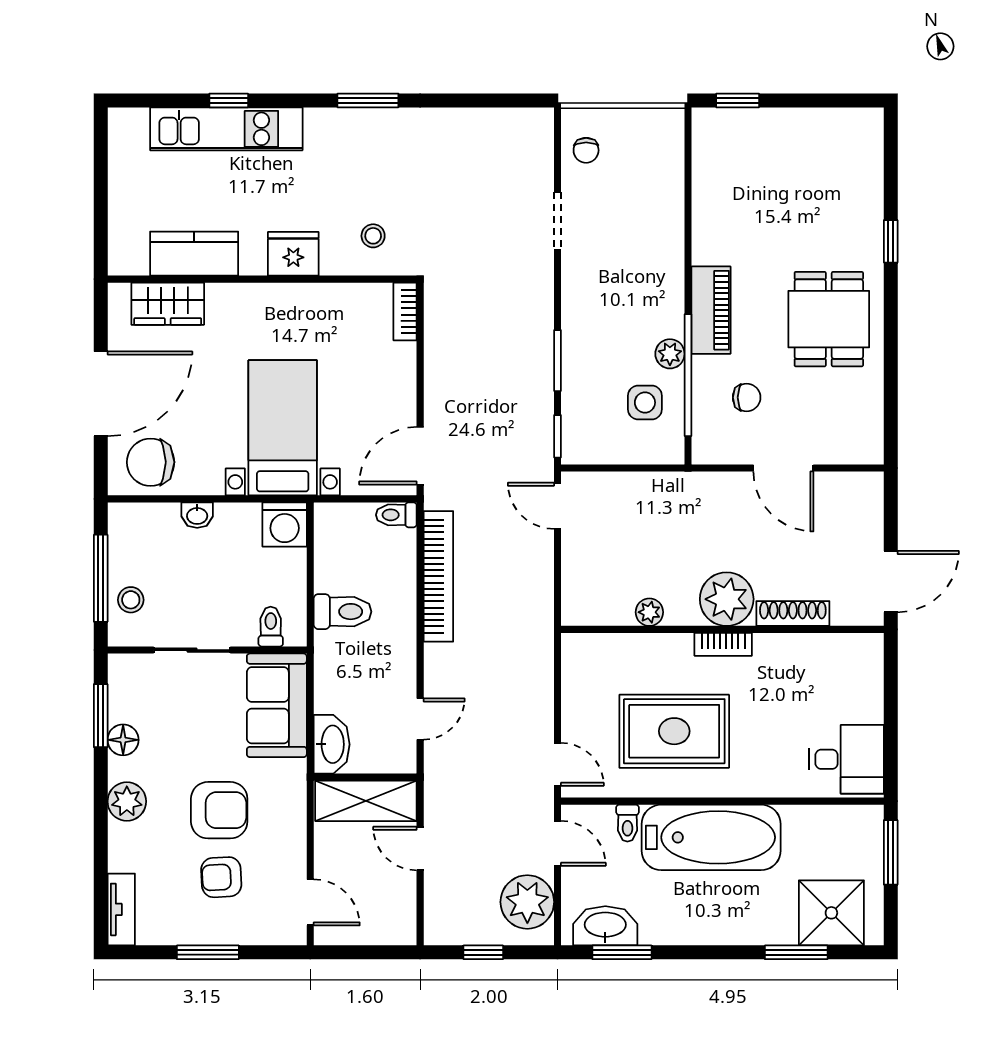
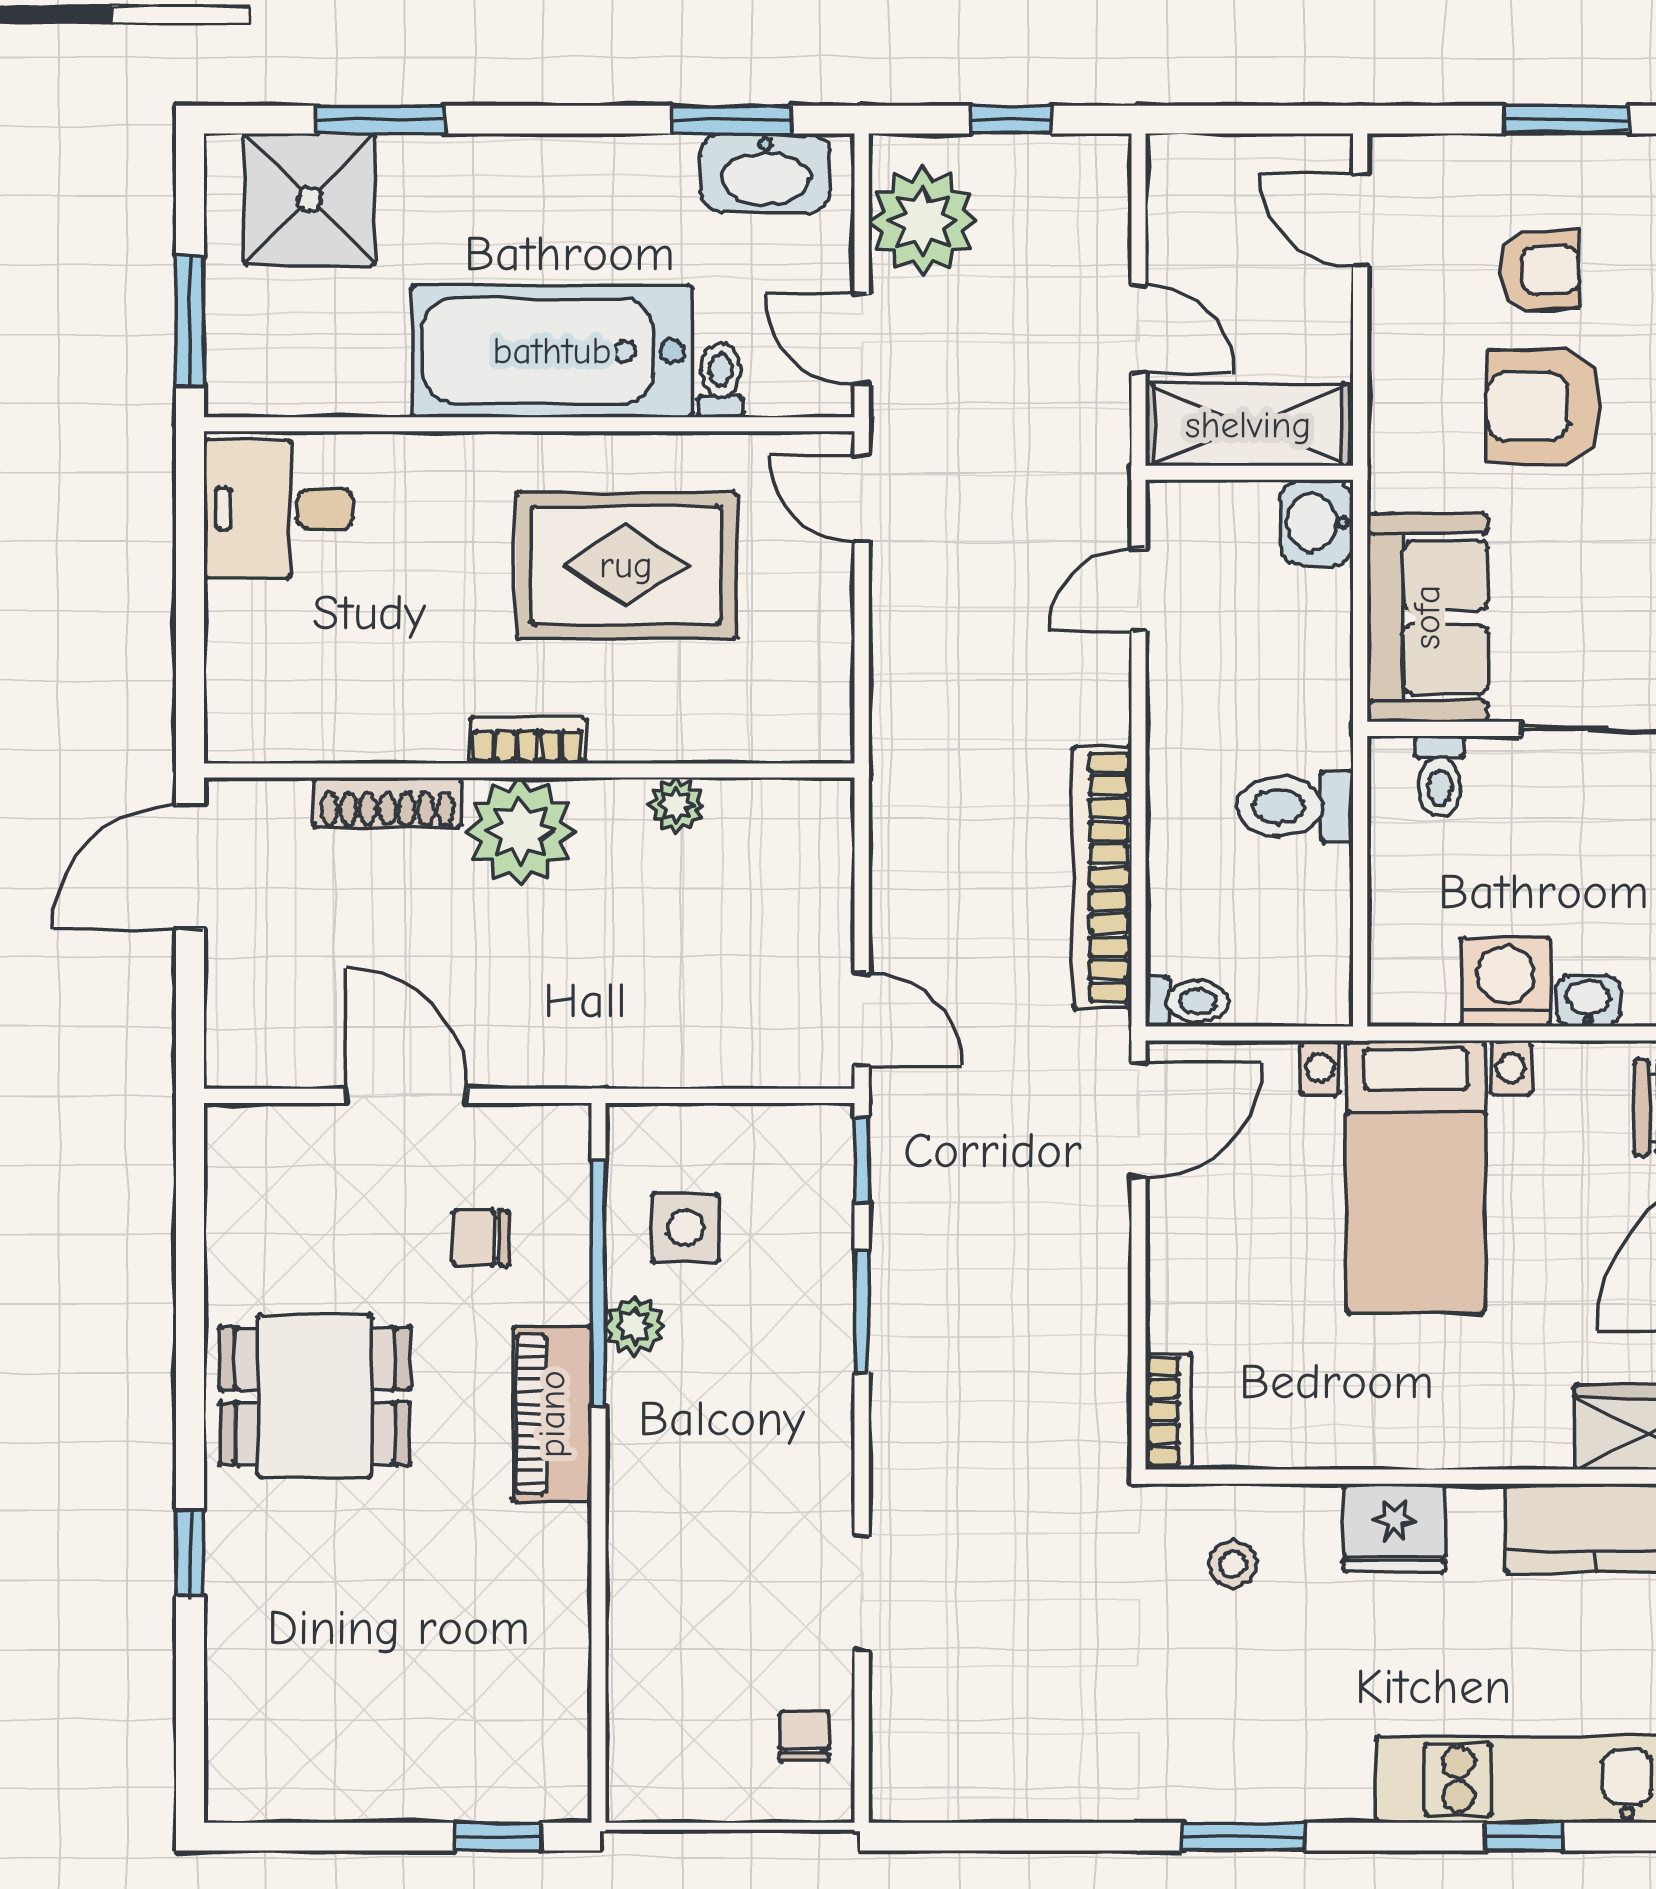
dining table: (829, 319) -> (315, 1396), turned 90
washing machine: (285, 525) -> (1506, 982), moved
washbasin: (332, 744) -> (1317, 522), width x0.72

